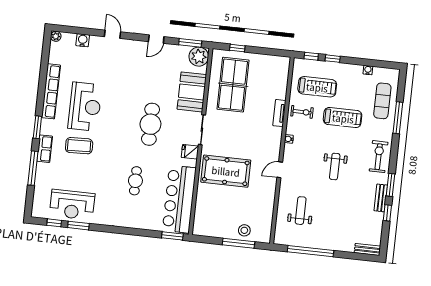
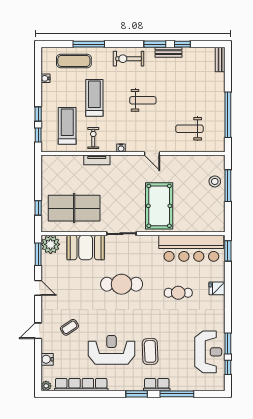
coffee table: (113, 67) -> (69, 327), added
row of seats: (51, 91) -> (81, 385), moved
fridge: (190, 152) -> (217, 288), moved, turned 90

